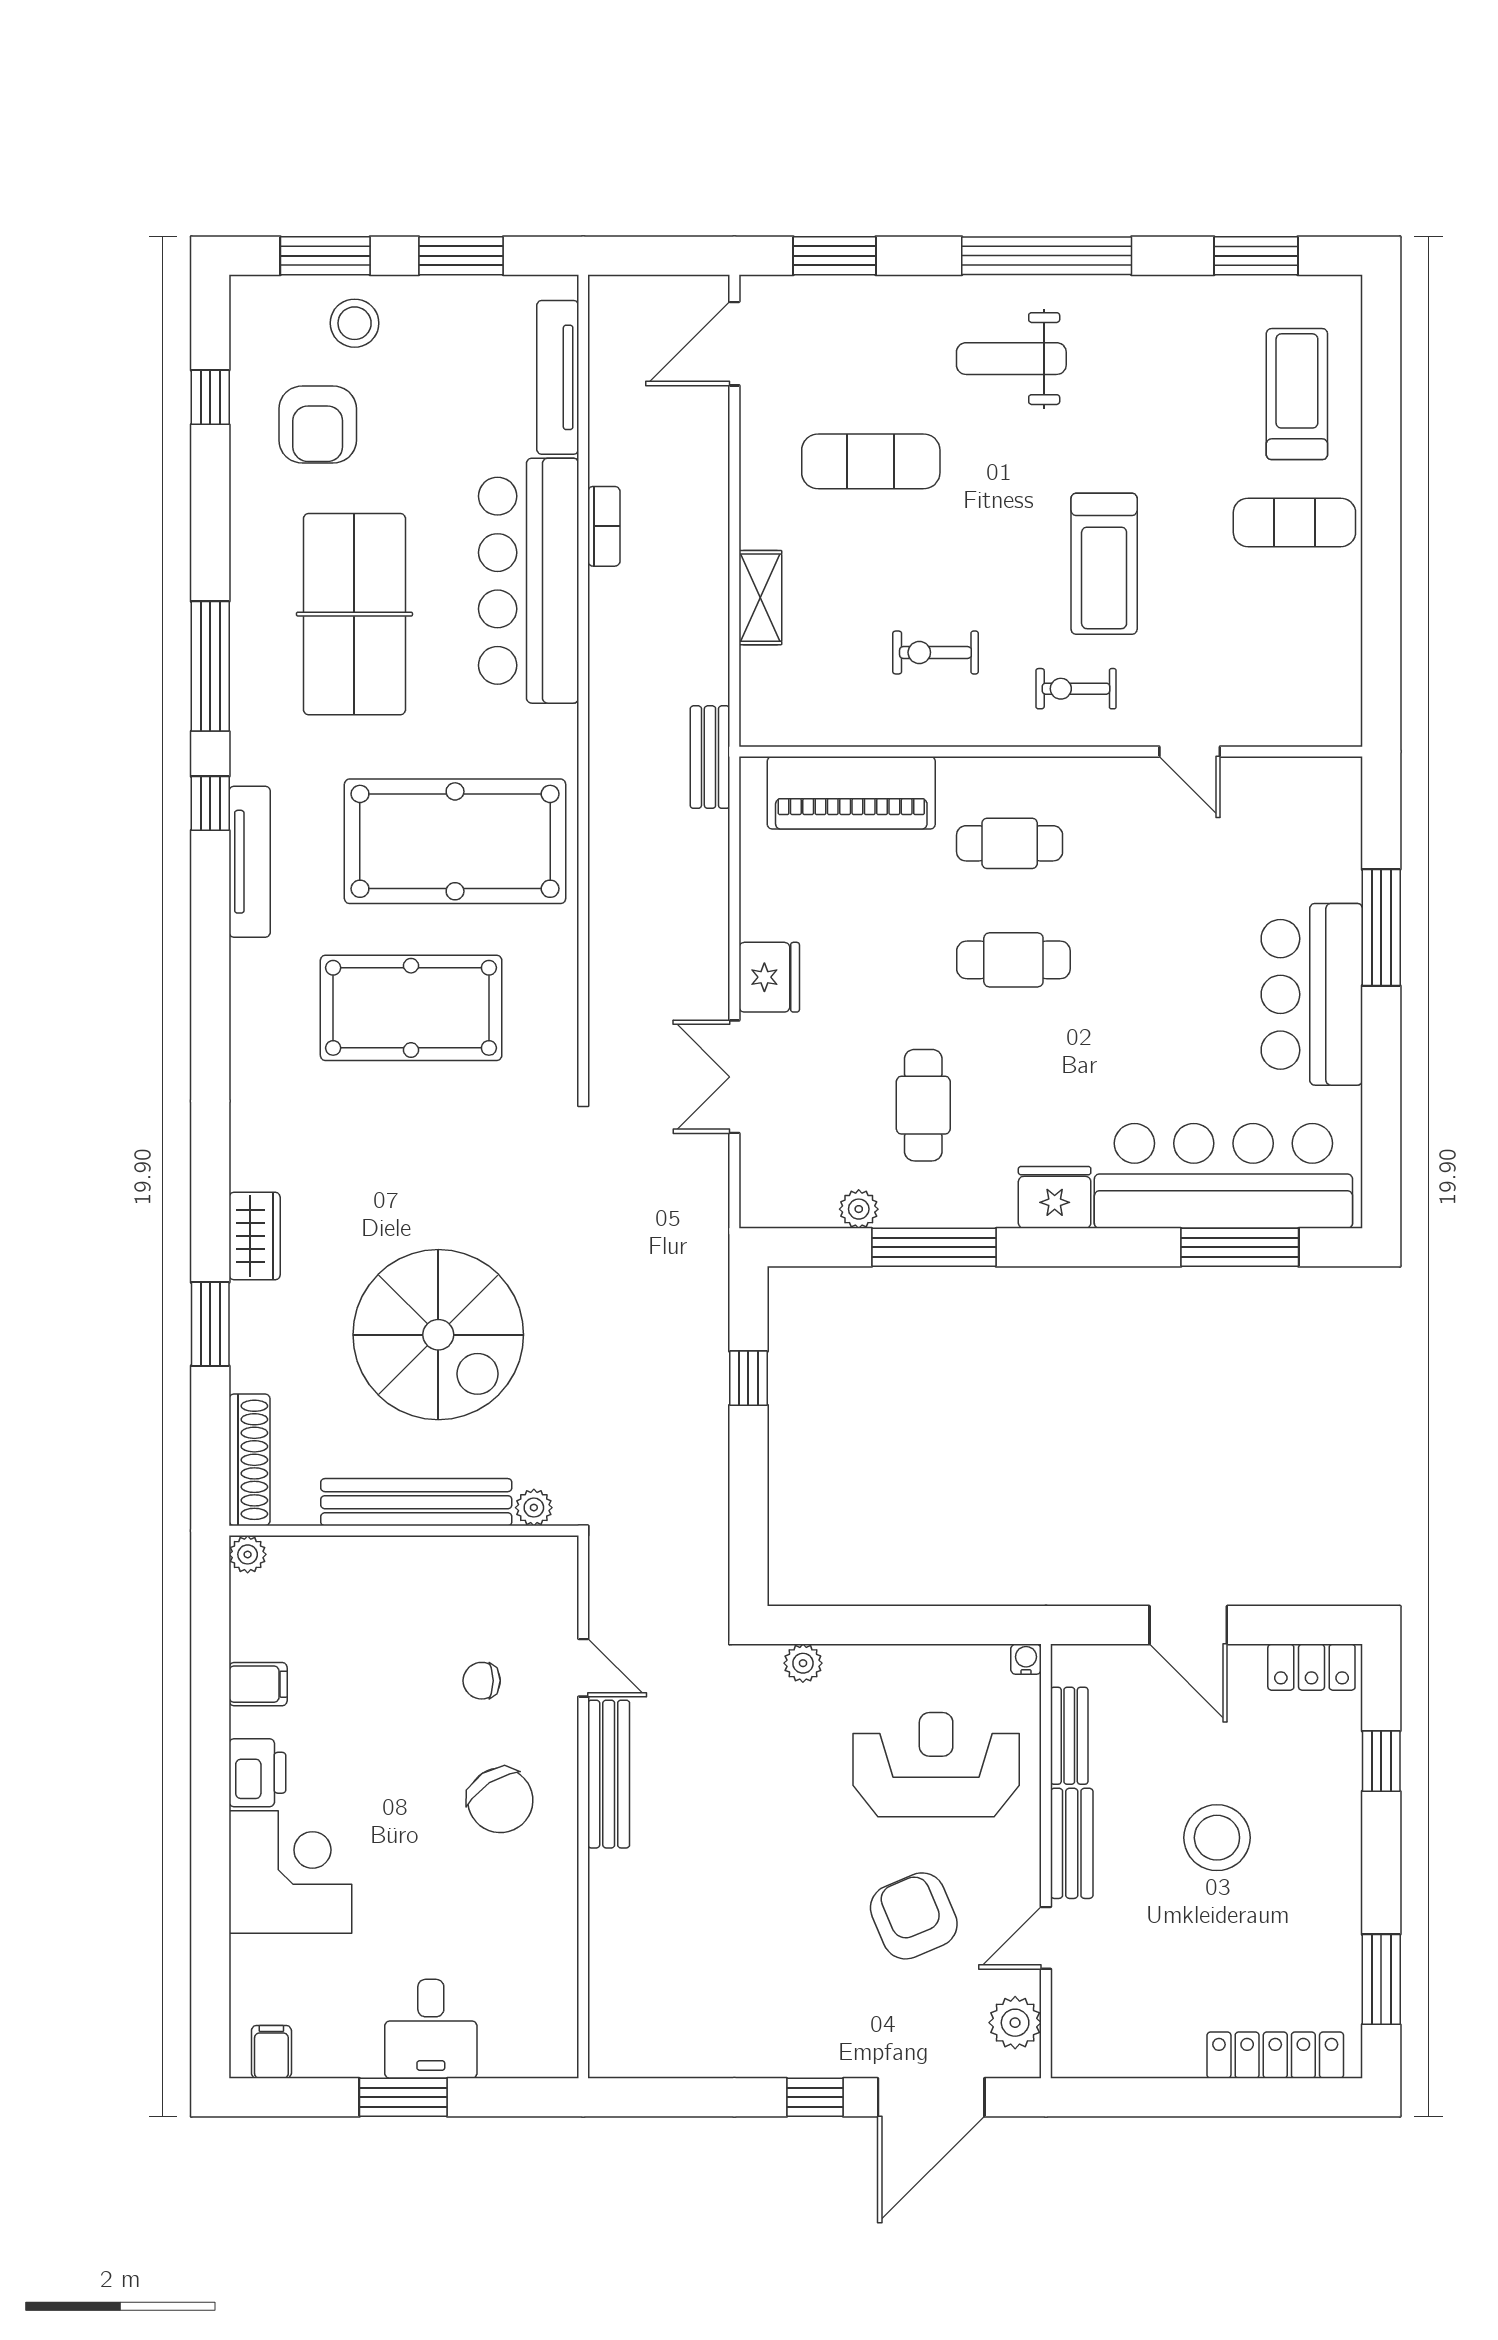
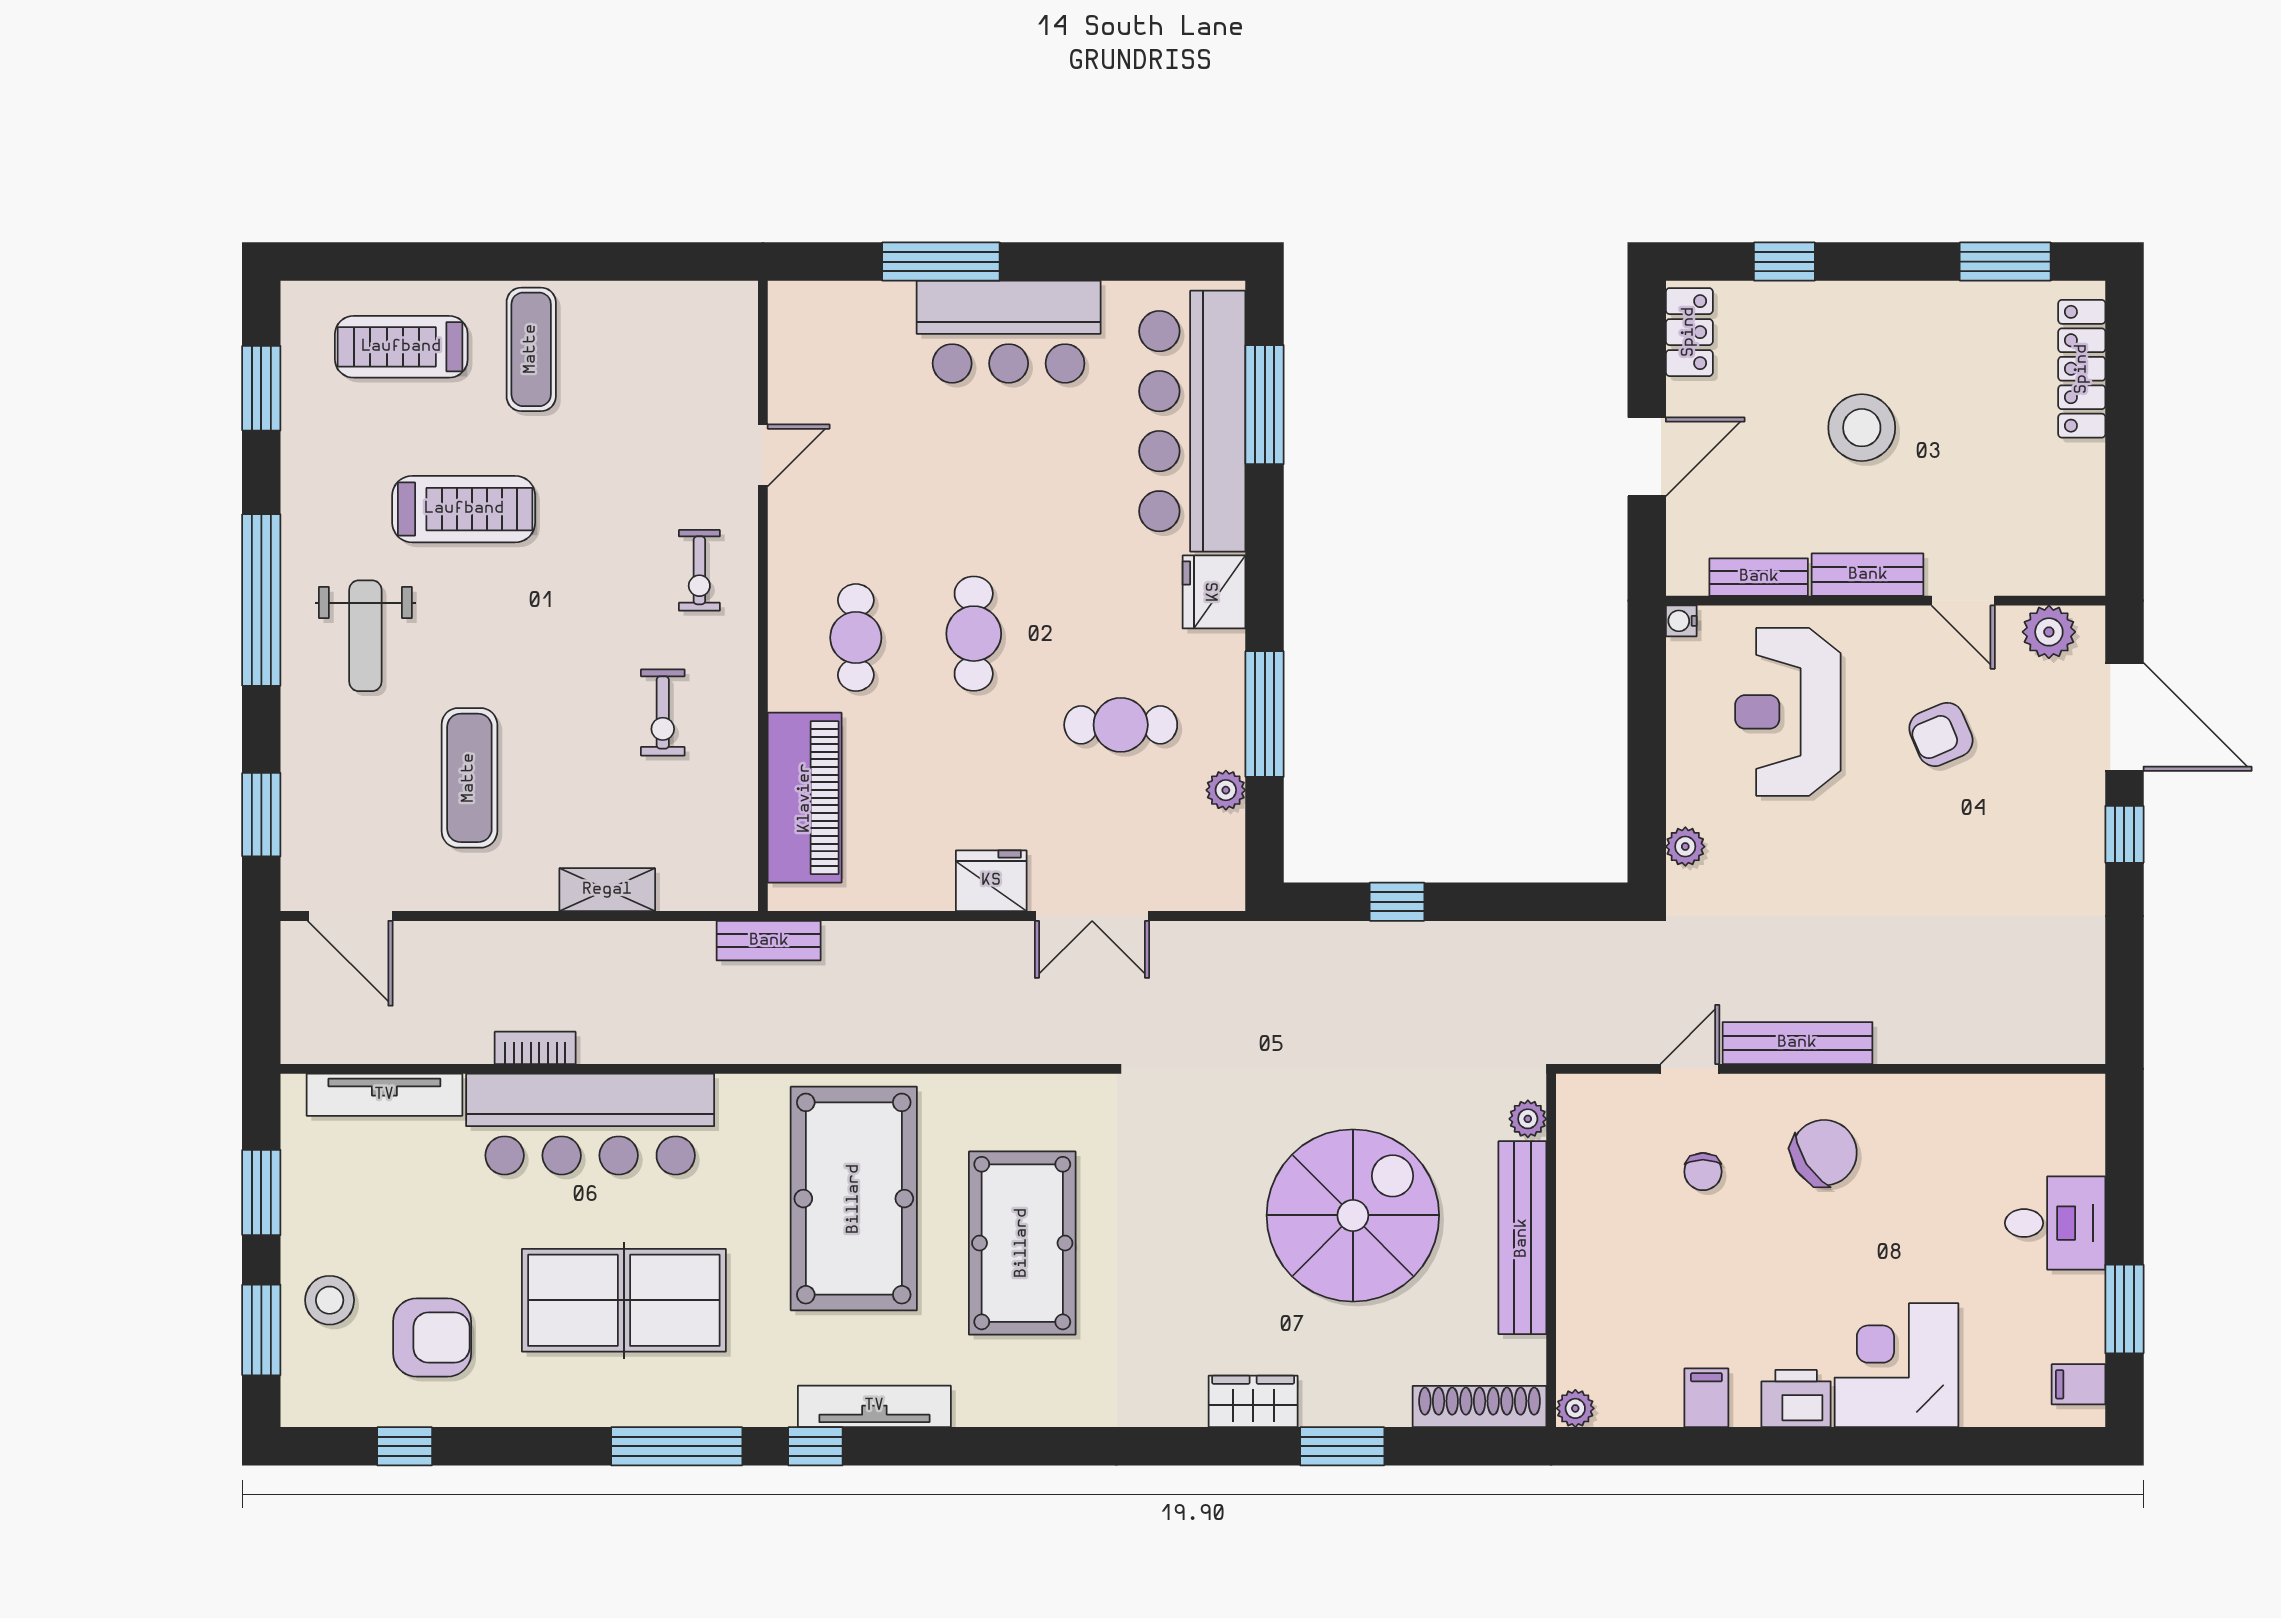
treadmill: (1104, 564) -> (464, 509), moved
armchair: (914, 1916) -> (1941, 734), width x0.72, depth x0.72
window: (403, 2097) -> (2124, 1309), moved

